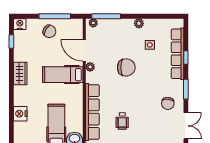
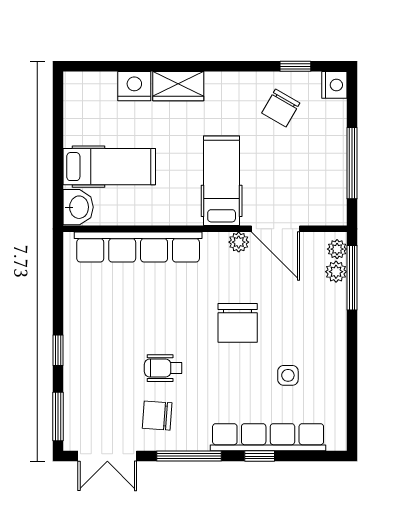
plant: (139, 23) -> (336, 272), moved
chair: (49, 31) -> (281, 108), moved
door: (84, 50) -> (276, 229), swing flipped
wardrobe: (20, 73) -> (178, 86), moved
window: (186, 89) -> (189, 456), width x1.44
wheelchair: (122, 121) -> (163, 368), moved

